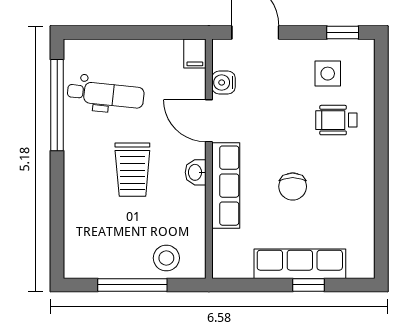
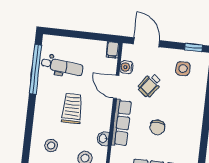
wheelchair: (336, 120) -> (150, 85), moved, turned -53
trolley: (132, 170) -> (72, 109), turned 180
washbasin: (196, 172) -> (103, 138), moved
stool: (102, 242) -> (51, 146), added

